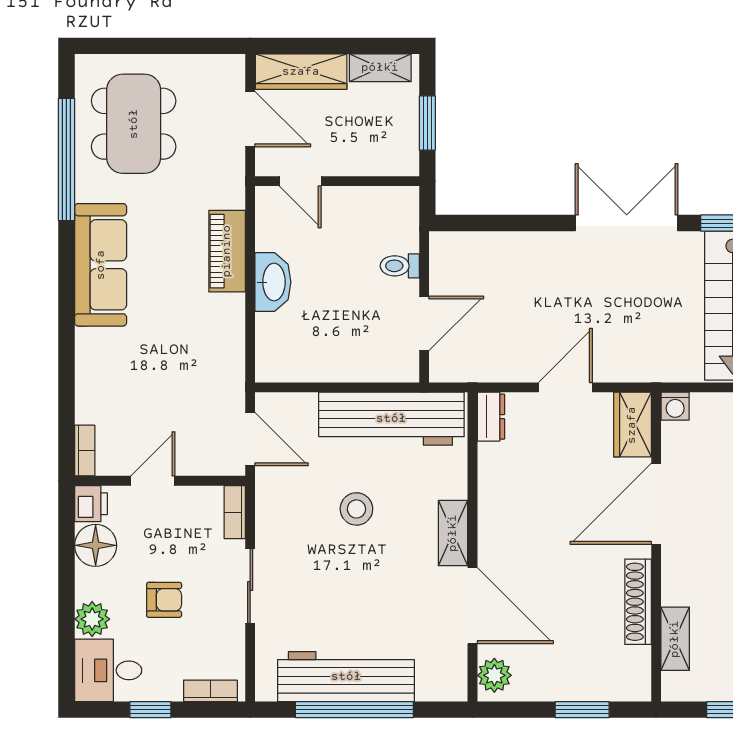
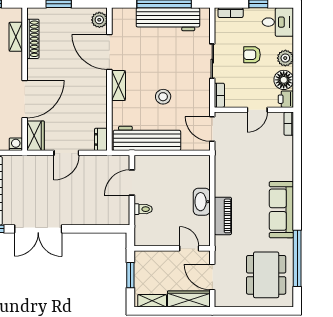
shoe rack: (638, 602) -> (33, 39), moved
plant: (92, 619) -> (285, 58), moved

